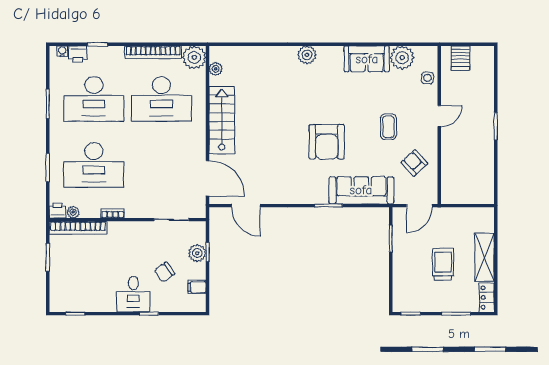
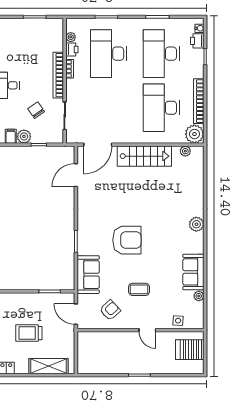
plant: (402, 58) -> (199, 296), width x0.53, depth x0.53
server rack: (460, 58) -> (190, 350), width x1.36, depth x1.44
armchair: (327, 142) -> (127, 240), turned 180
sofa: (361, 190) -> (88, 275), width x0.73
printer: (58, 211) -> (72, 50), moved
bookcase: (78, 228) -> (58, 75), moved
plant: (197, 253) -> (24, 136), moved
shelving: (484, 257) -> (48, 366), moved
trolley: (443, 264) -> (29, 333), turned 180
chair: (165, 272) -> (36, 110), moved

